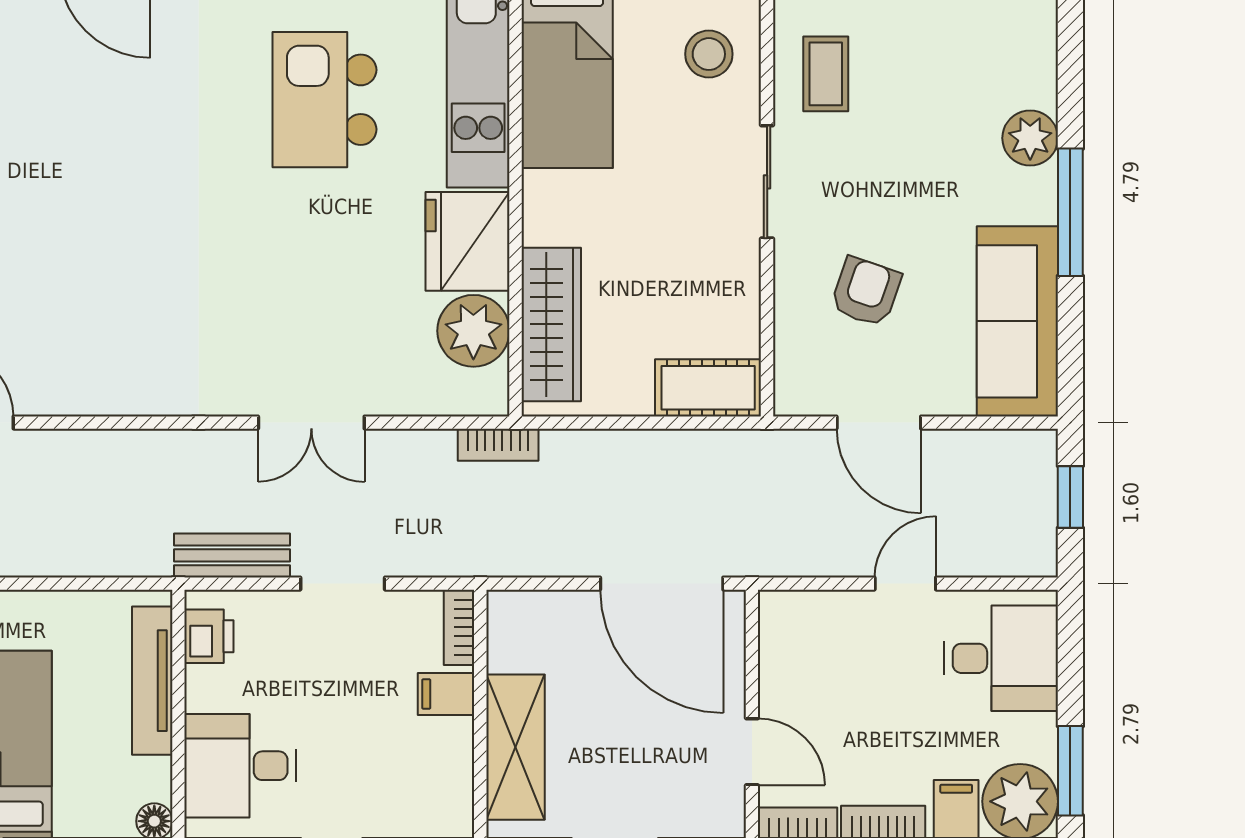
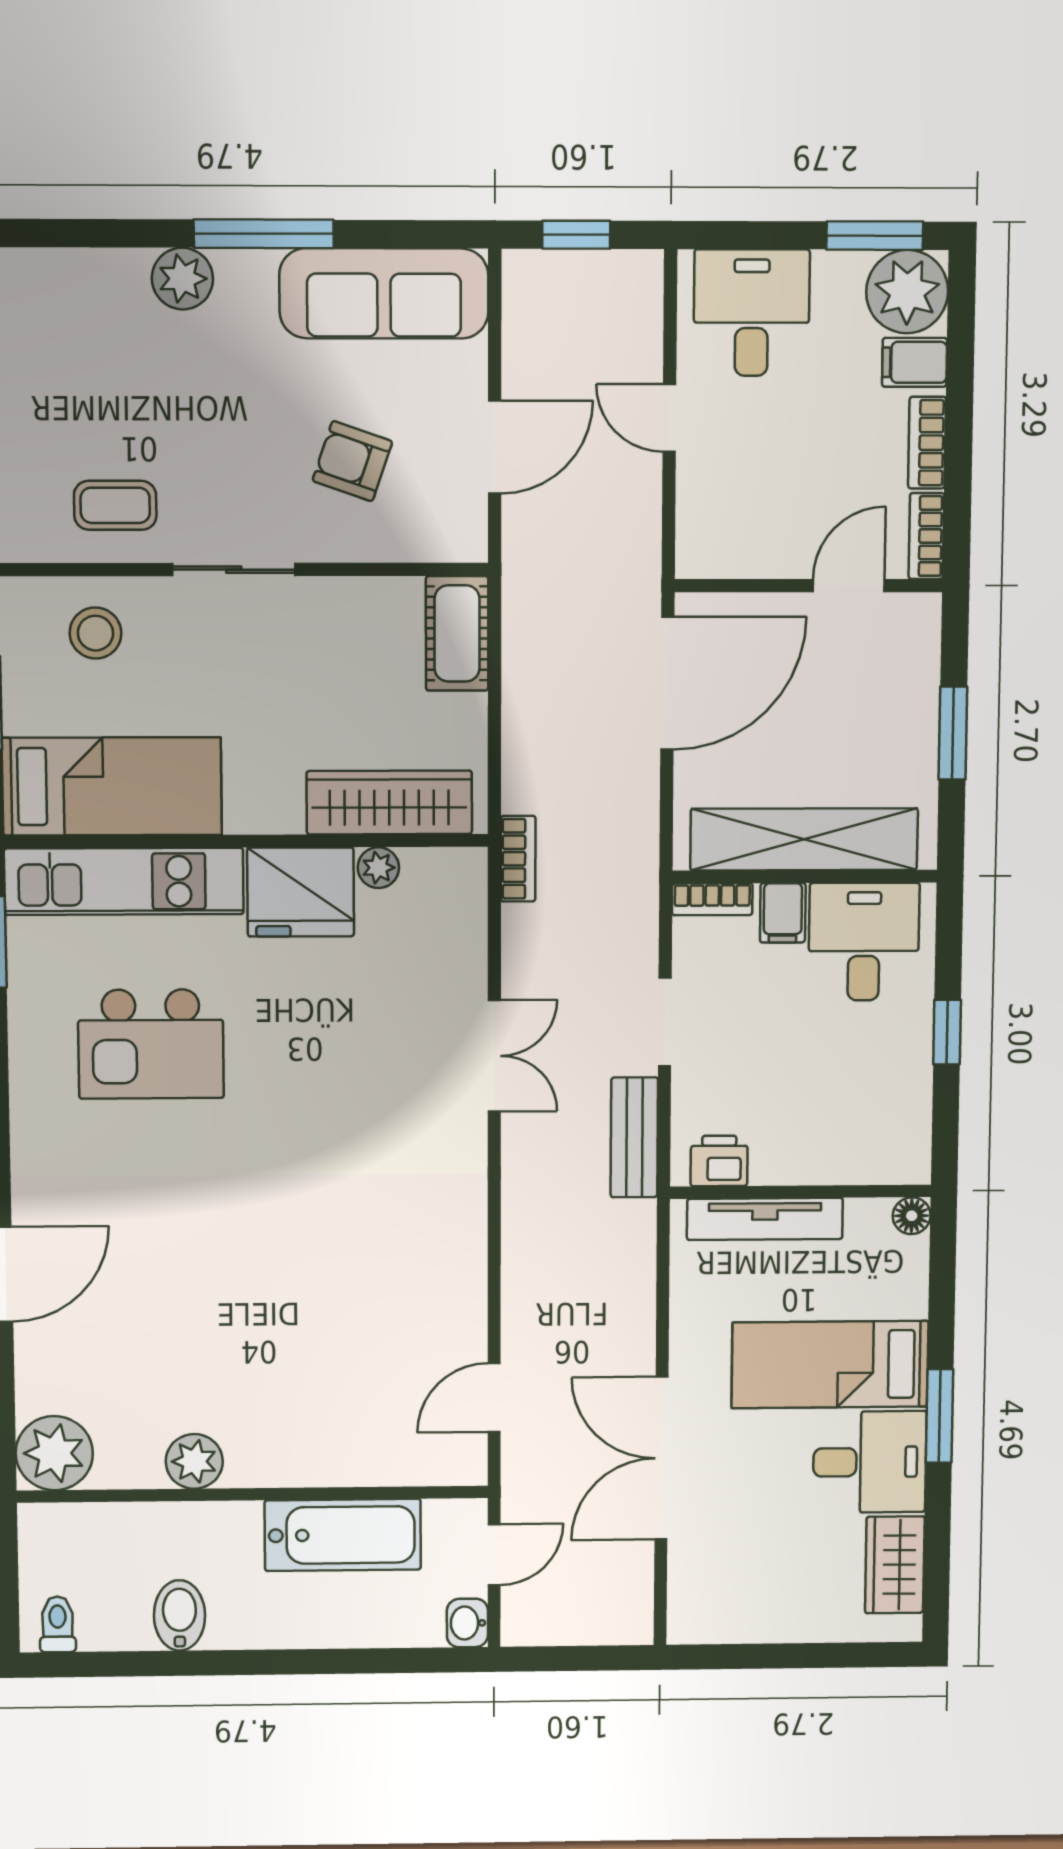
plant: (473, 331) -> (378, 868), width x0.53, depth x0.53
shelving: (515, 747) -> (804, 839), width x1.47
desk: (240, 766) -> (864, 942), moved, turned 180

